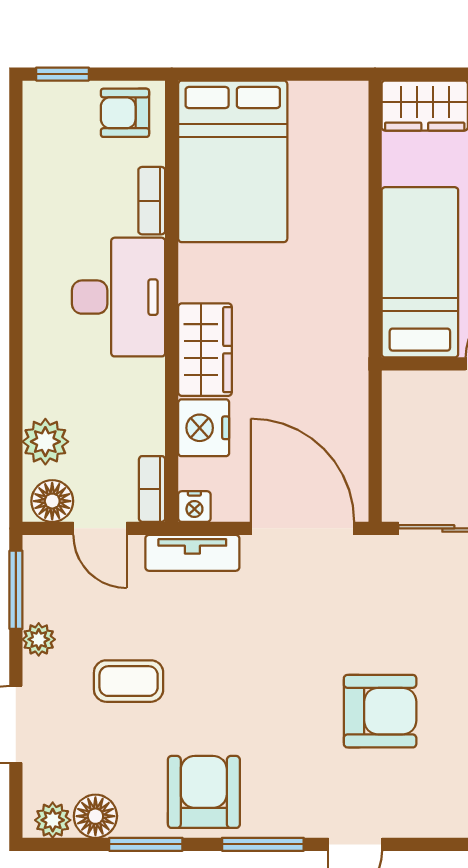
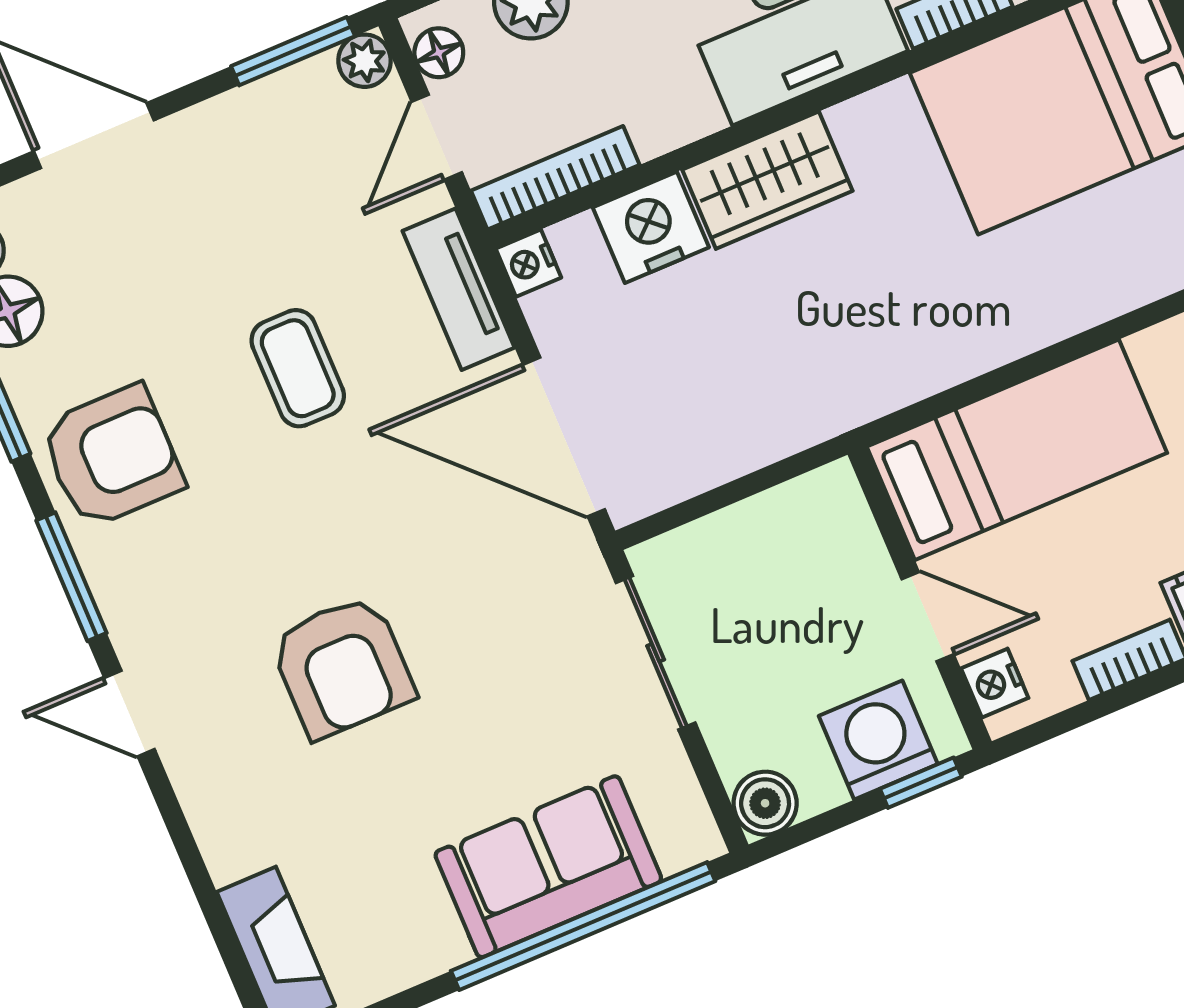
bookcase: (152, 489) -> (555, 178), width x1.56
floor lamp: (52, 501) -> (439, 53), width x0.73, depth x0.73
door: (303, 528) -> (564, 437), swing flipped
plant: (39, 639) -> (364, 61), moved
coffee table: (129, 681) -> (298, 368), moved

